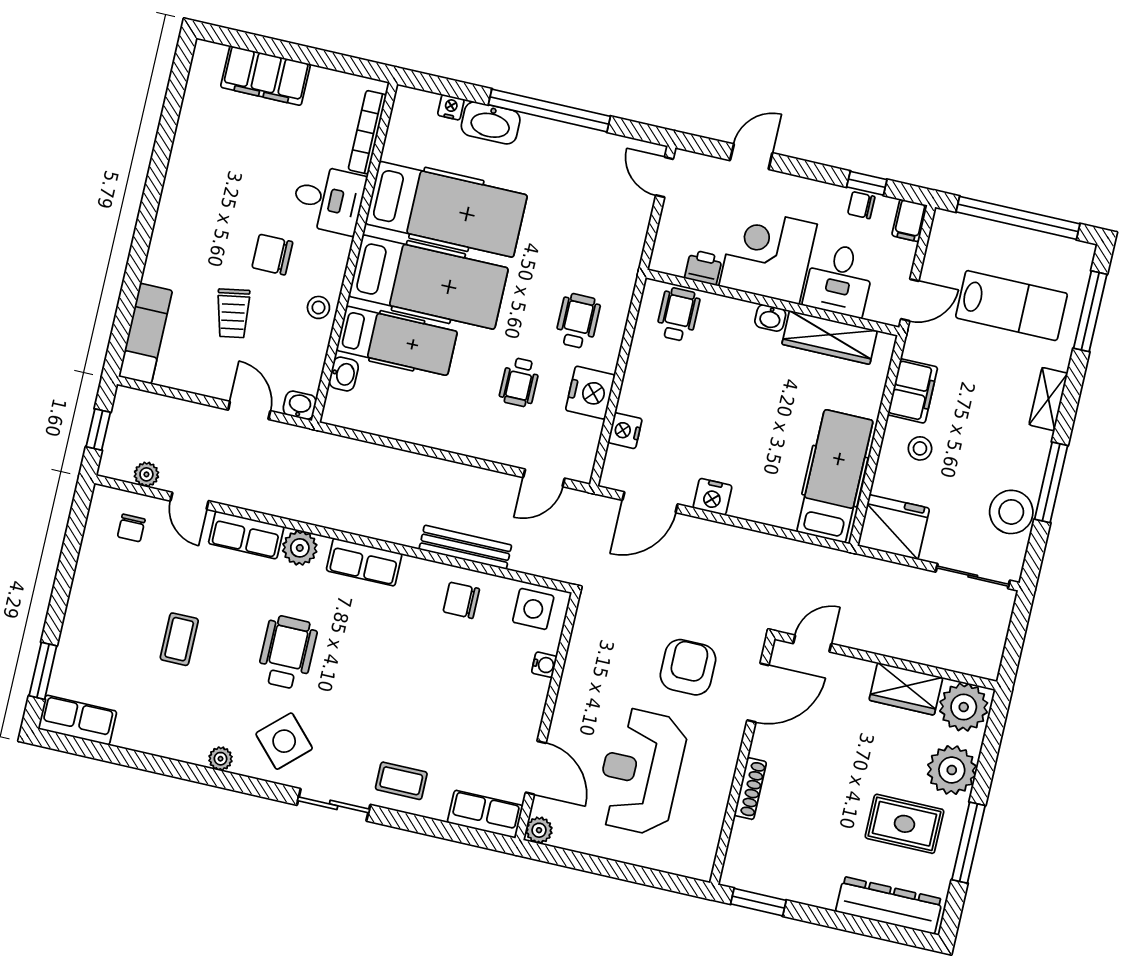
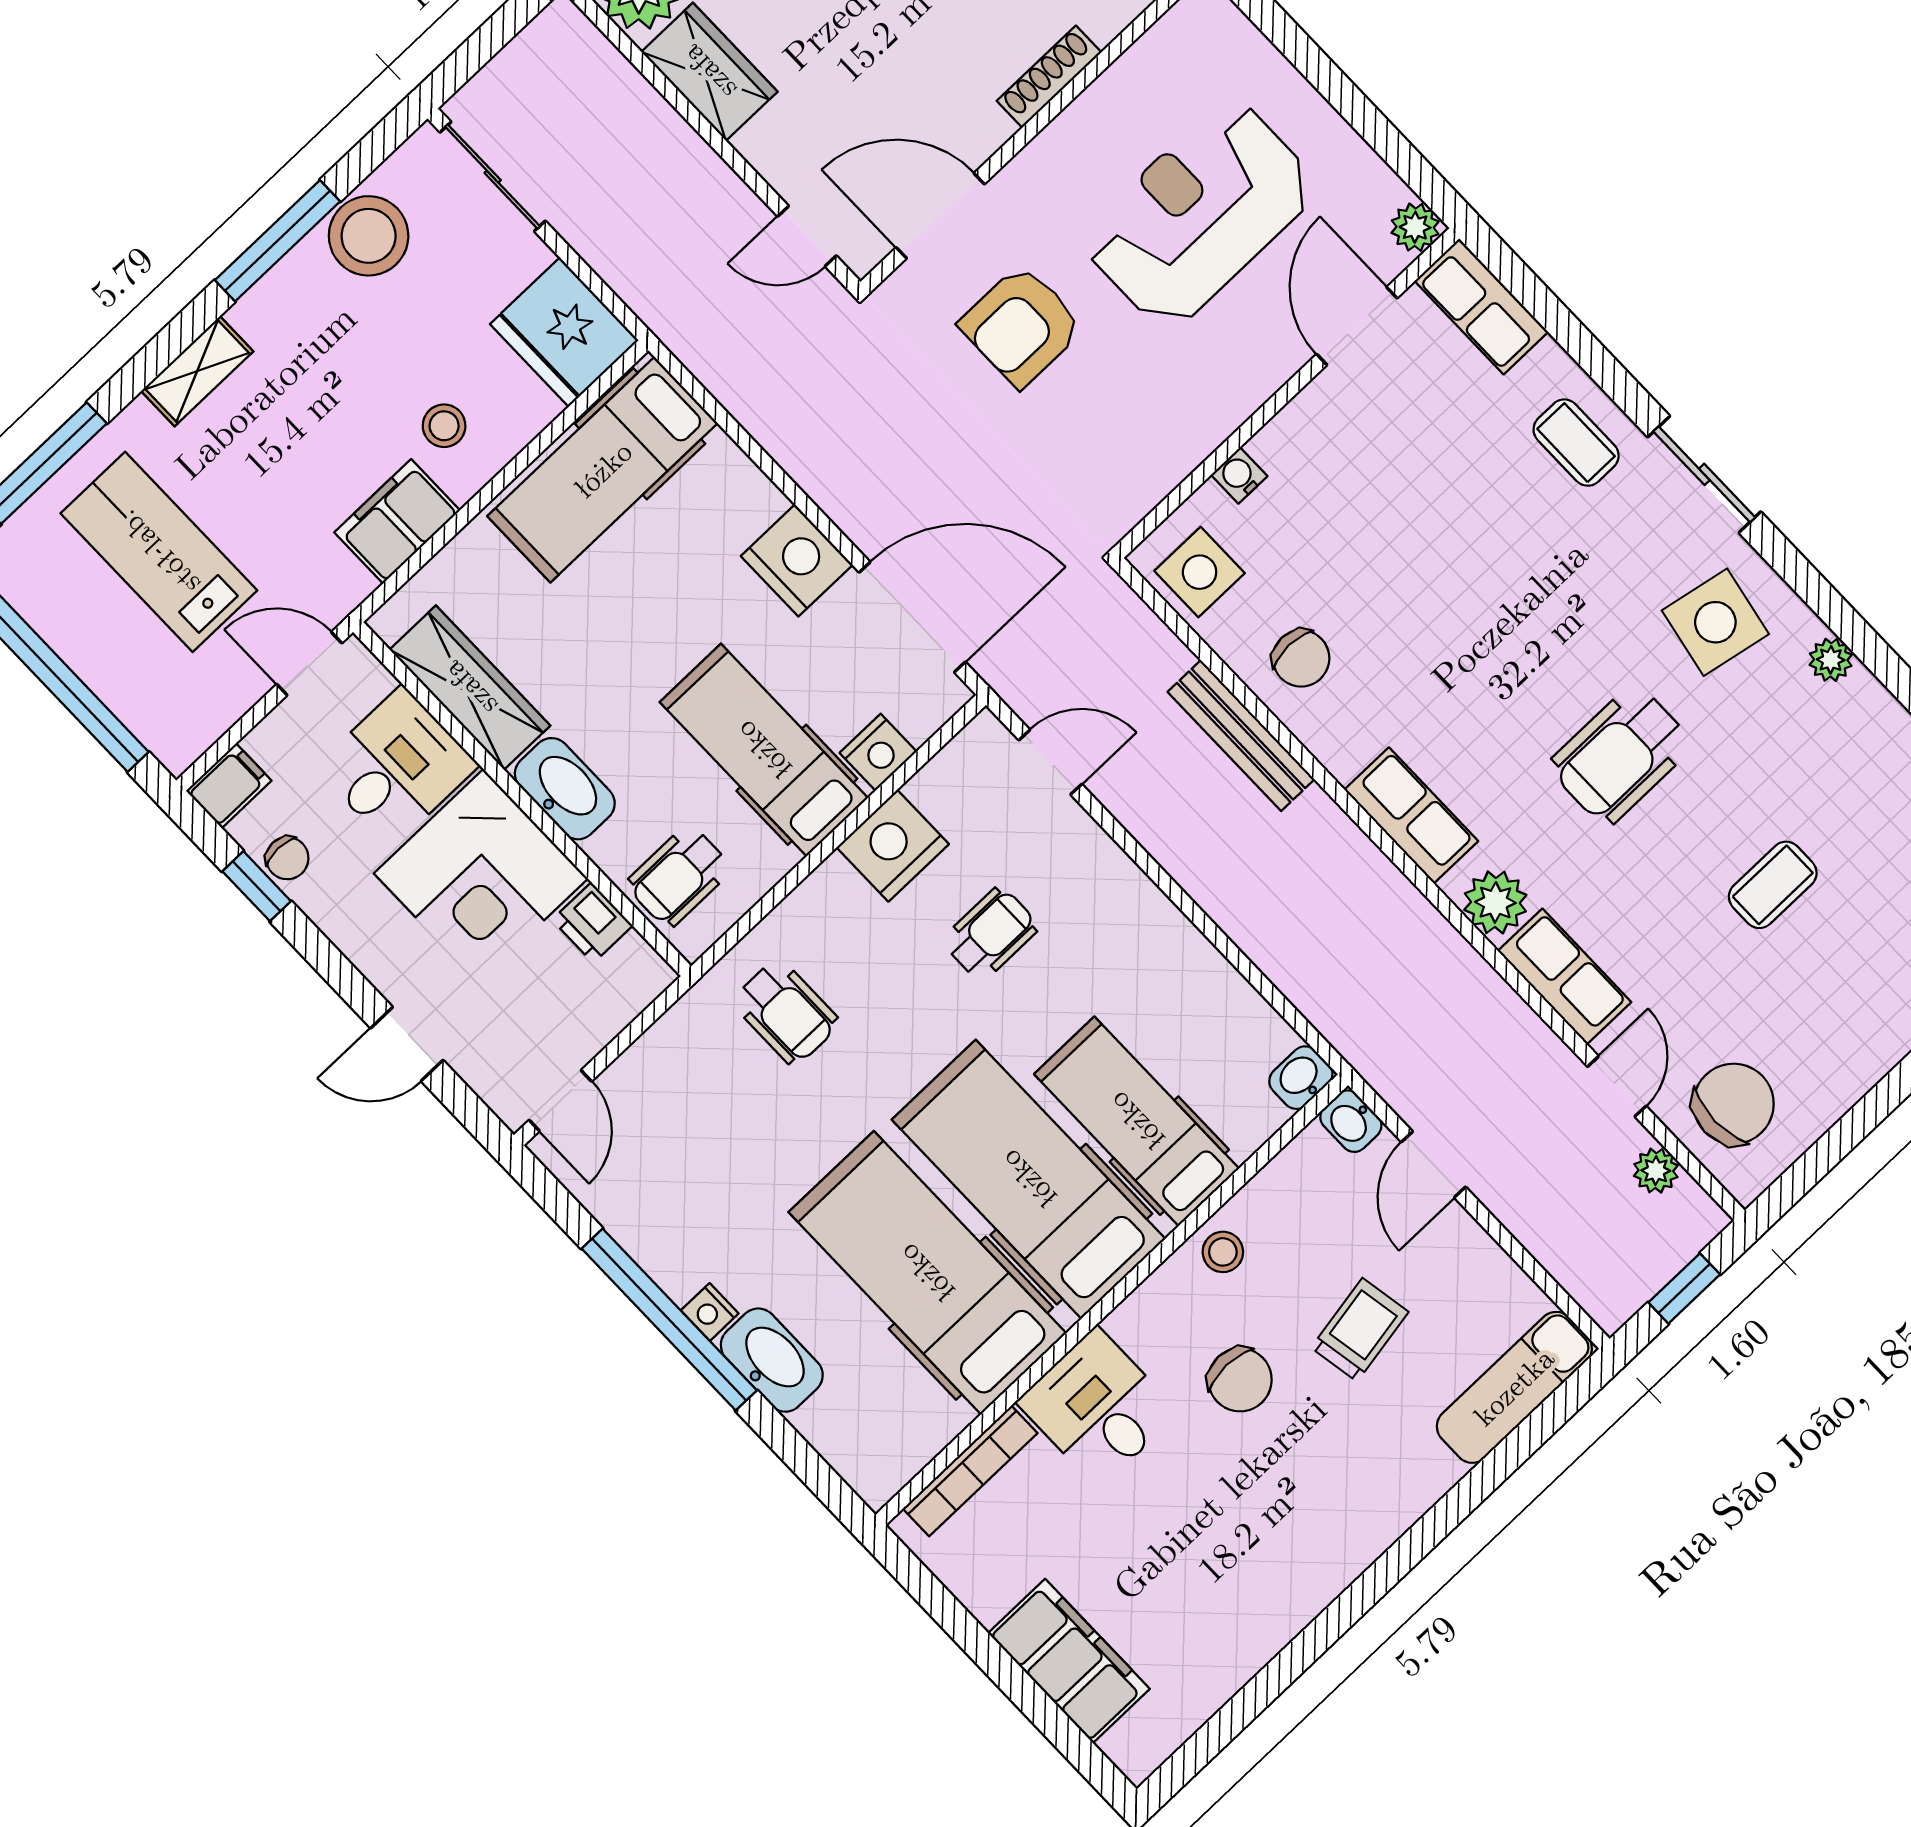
nightstand: (451, 107) -> (710, 1312), moved
washbasin: (770, 318) -> (565, 789), width x1.91, depth x1.45
wheelchair: (578, 321) -> (786, 1012), moved, turned -90
washbasin: (344, 374) -> (1301, 1078), moved
hospital bed: (678, 397) -> (764, 750), added
nightstand: (712, 497) -> (797, 560), width x1.36, depth x1.33
door: (650, 502) -> (912, 617), width x1.36
chair: (131, 528) -> (1734, 1104), width x1.87, depth x1.87
side table: (284, 741) -> (1715, 622), turned -36
reception desk: (641, 771) -> (1200, 214), turned 180

